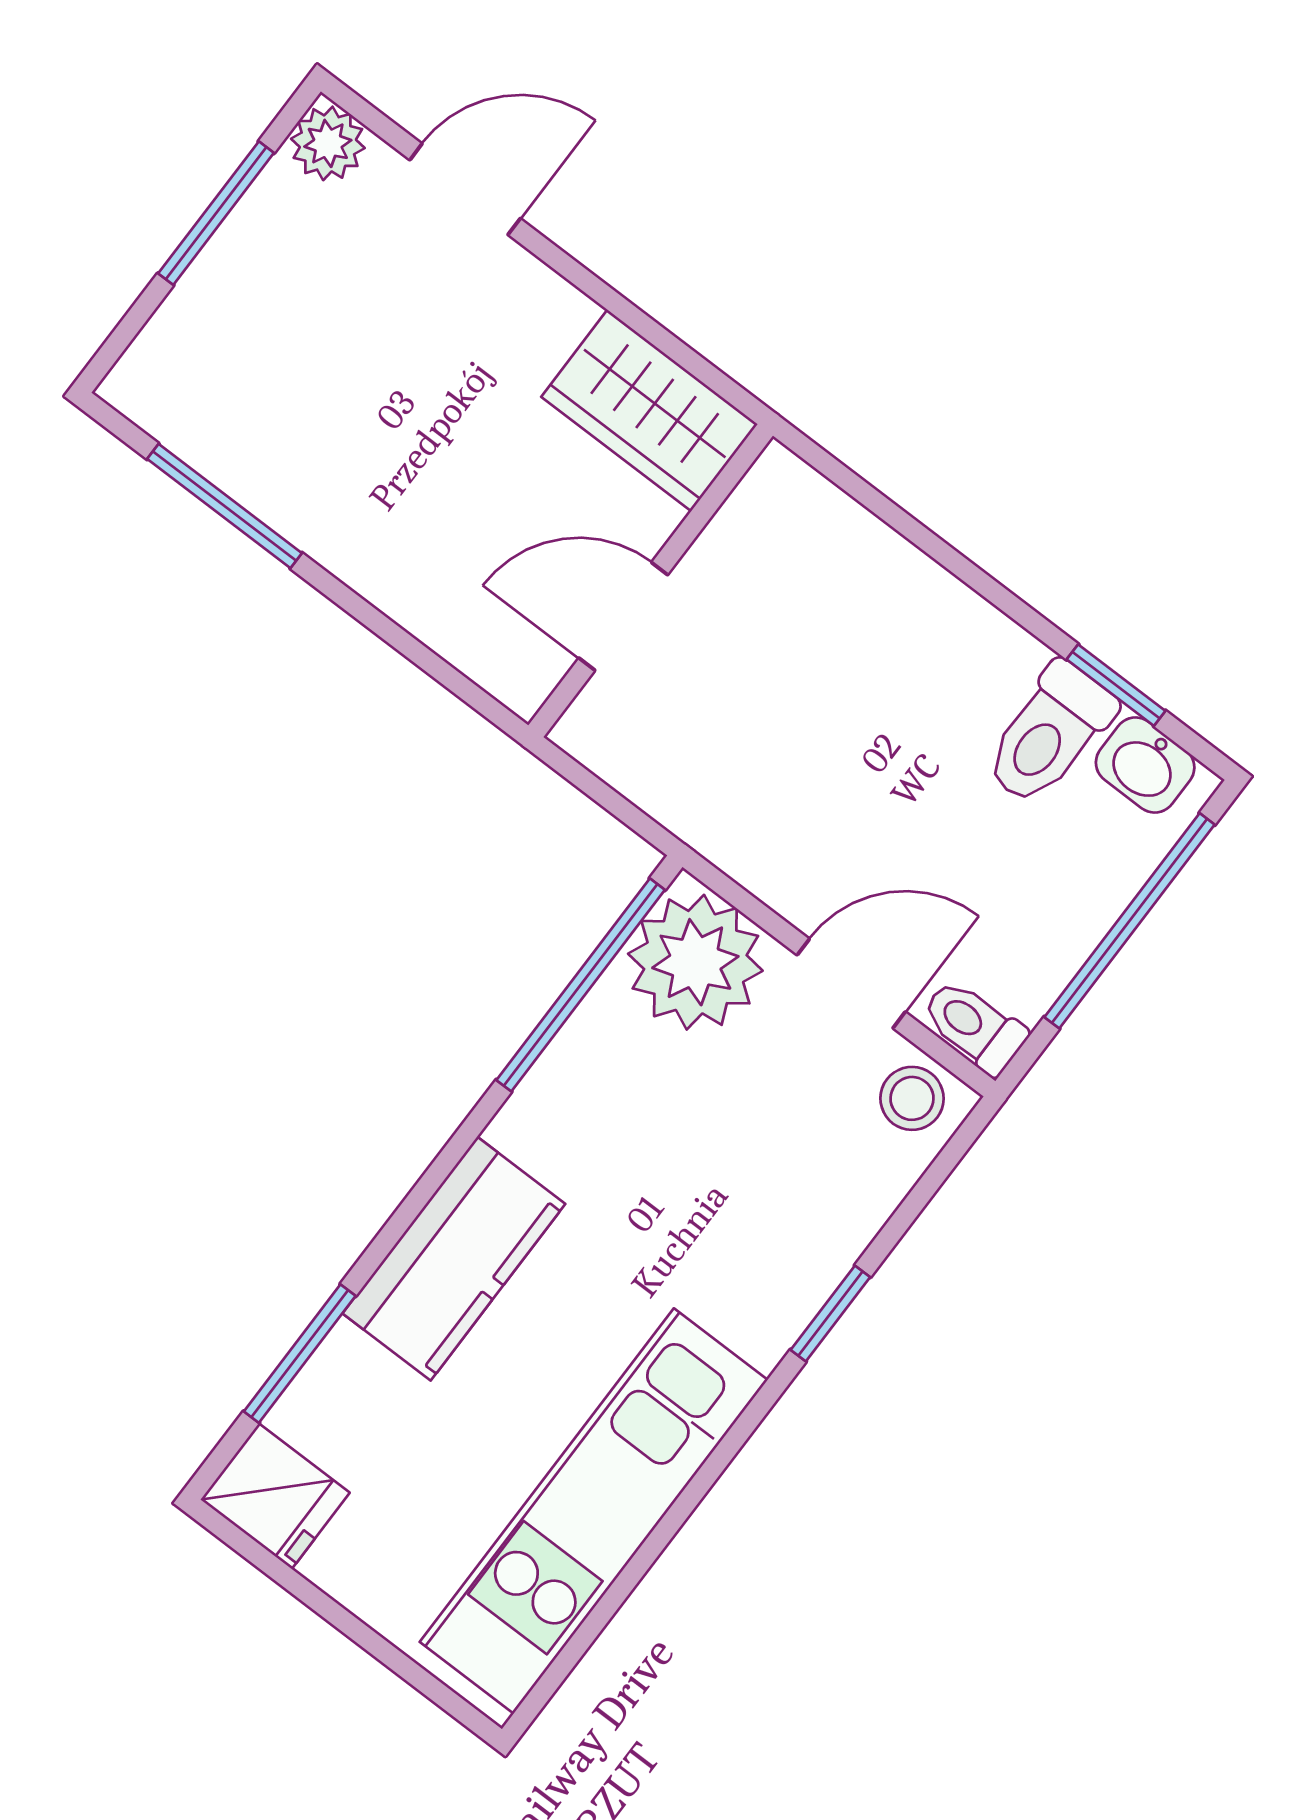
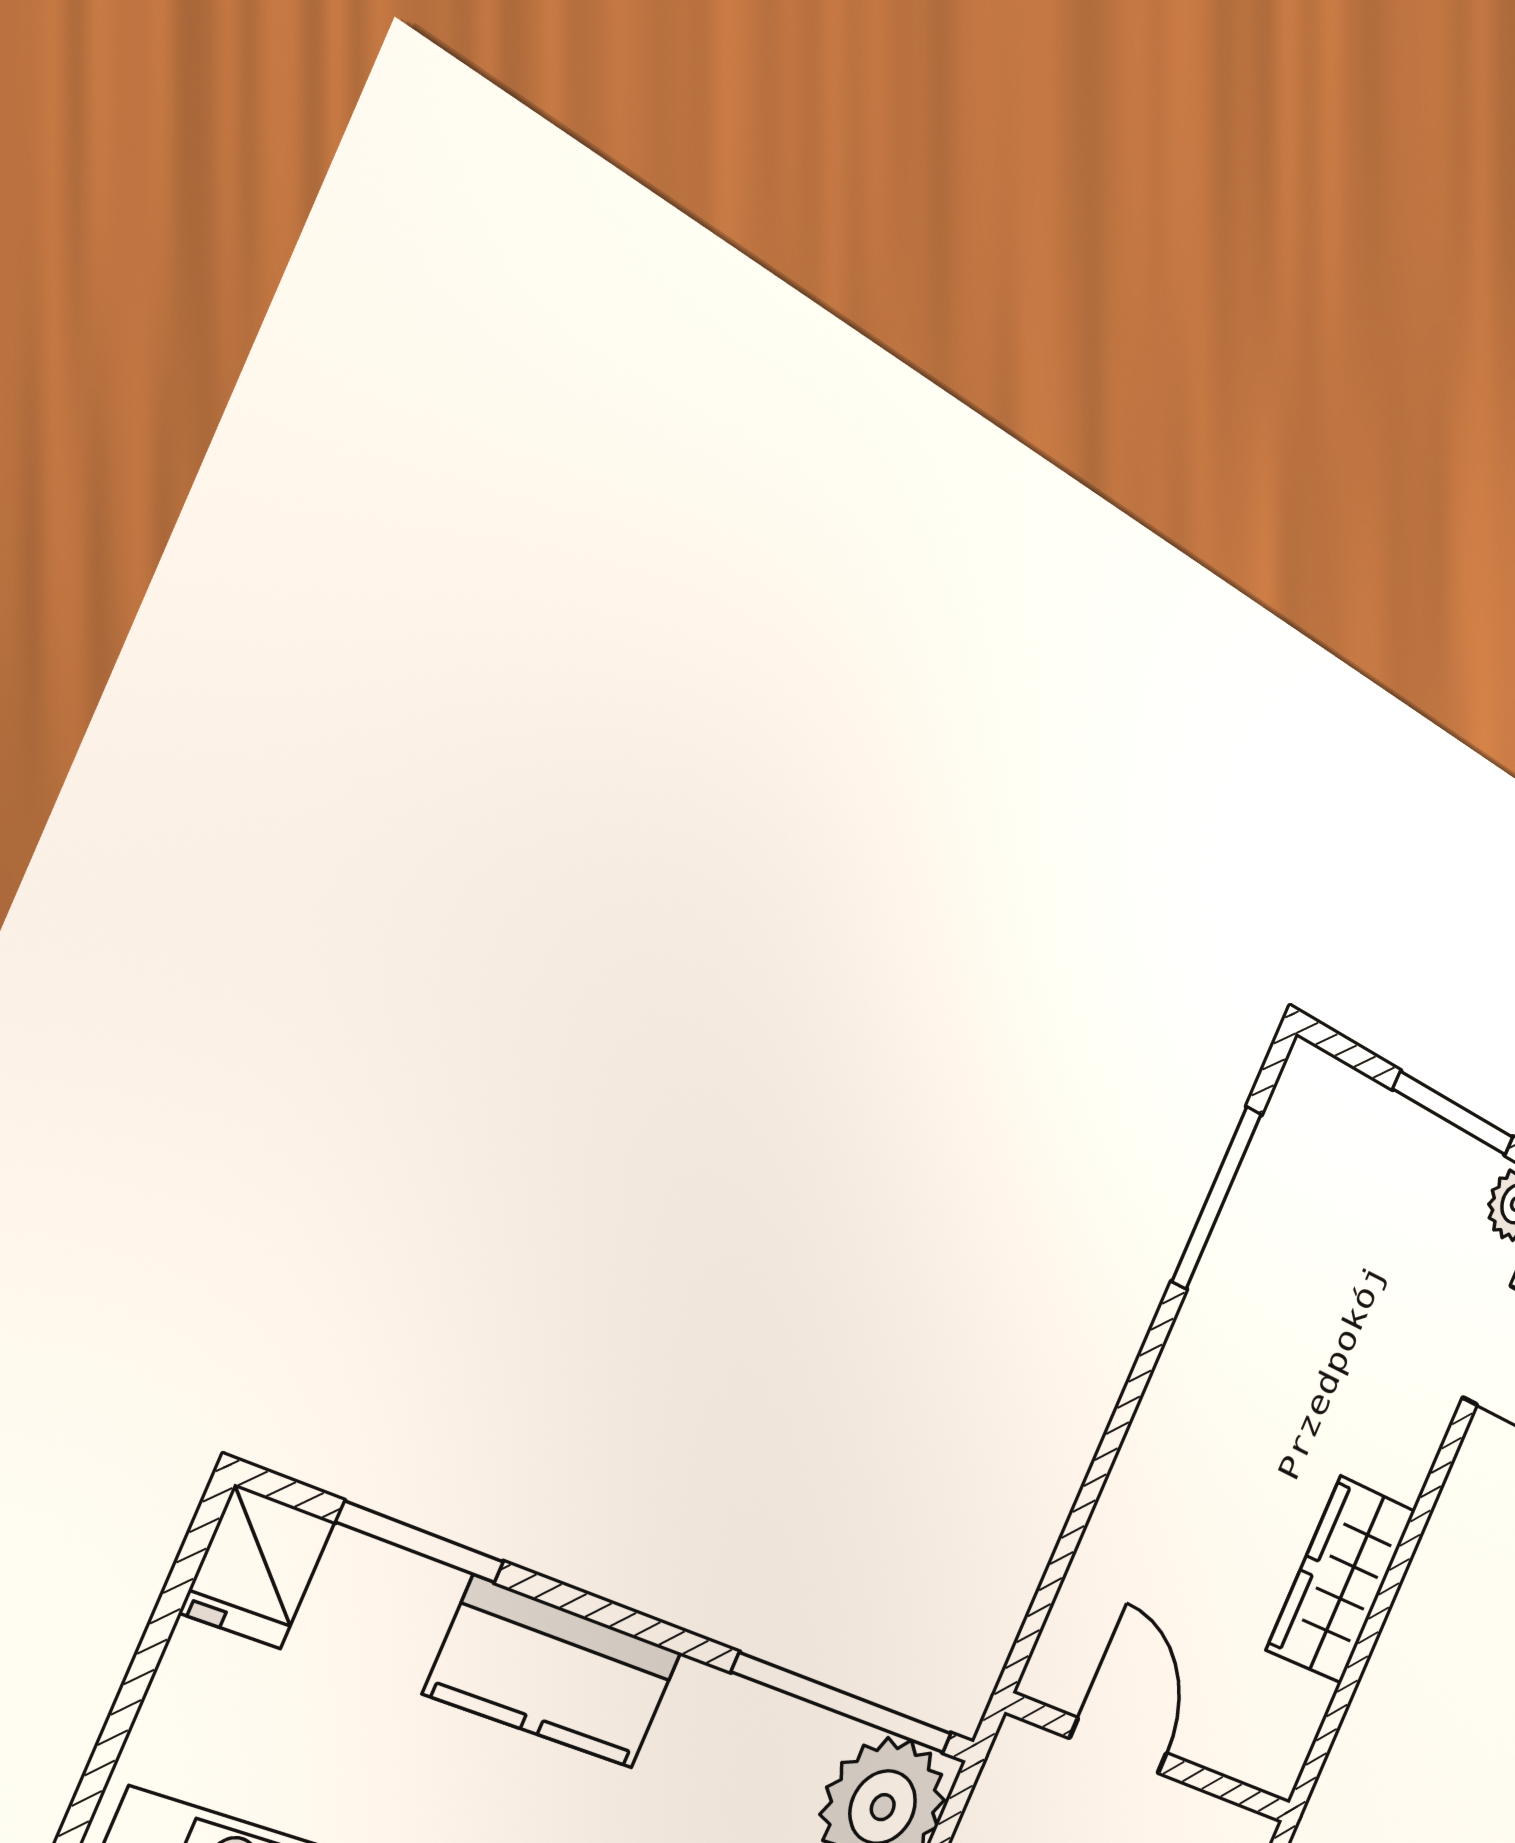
wall: (651, 581) -> (1152, 1759), moved
door: (623, 616) -> (1118, 1746), moved

